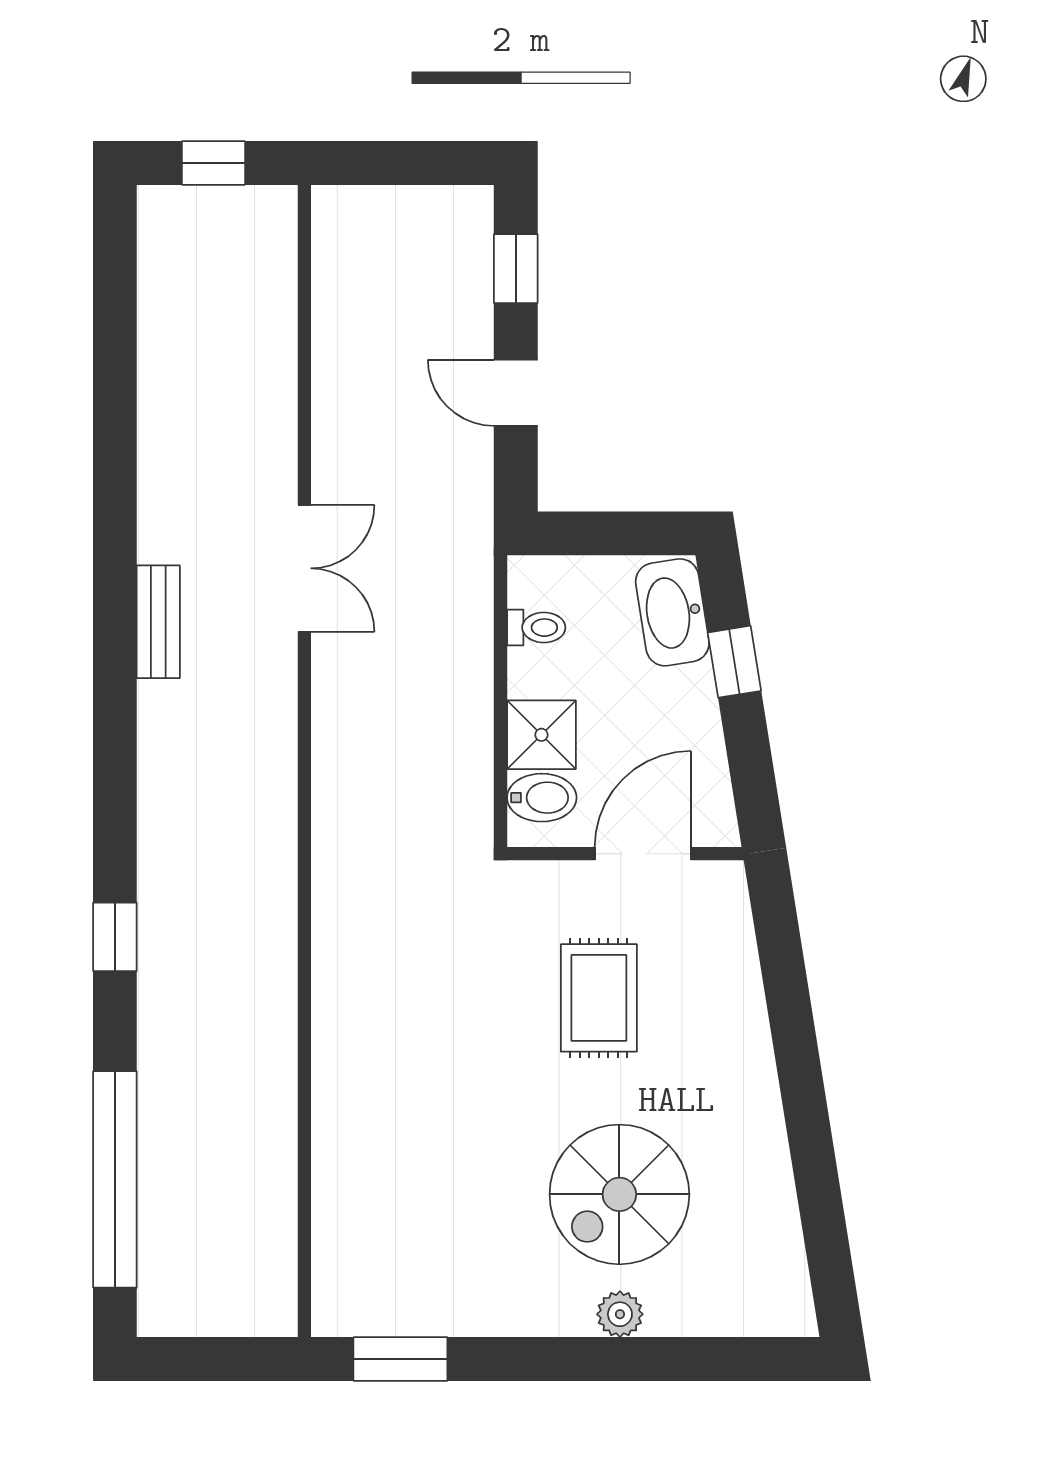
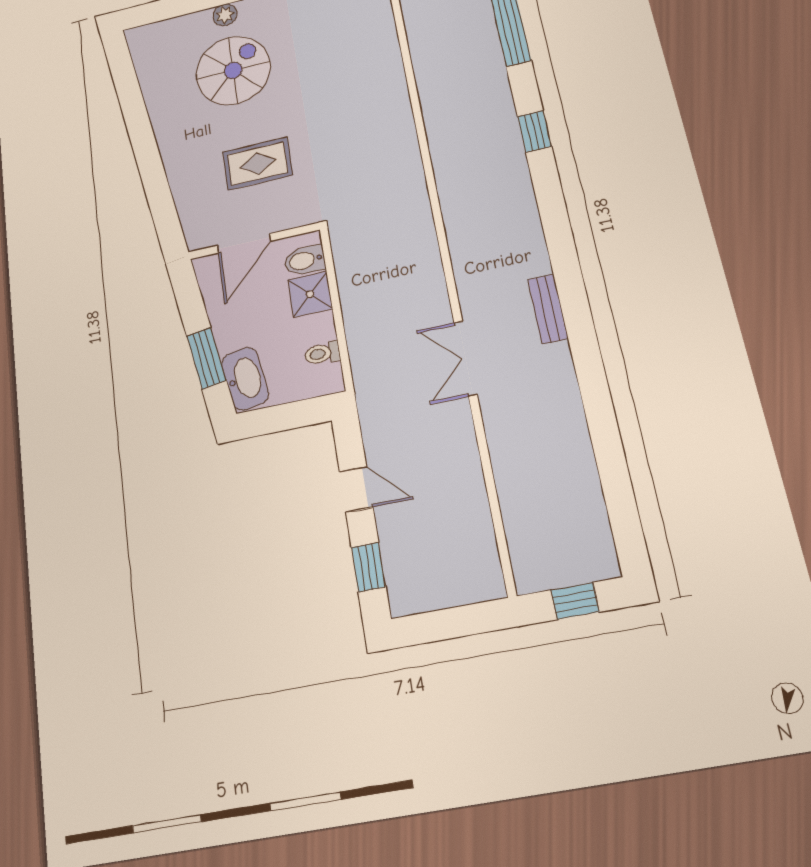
window: (734, 662) -> (206, 358), width x1.50
rug: (599, 998) -> (258, 164), turned 90

